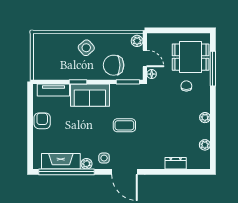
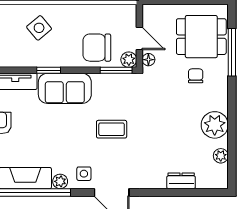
plant: (137, 41) -> (129, 60), moved
side table: (86, 48) -> (39, 28), moved
plant: (205, 118) -> (215, 125), width x1.87, depth x1.87

